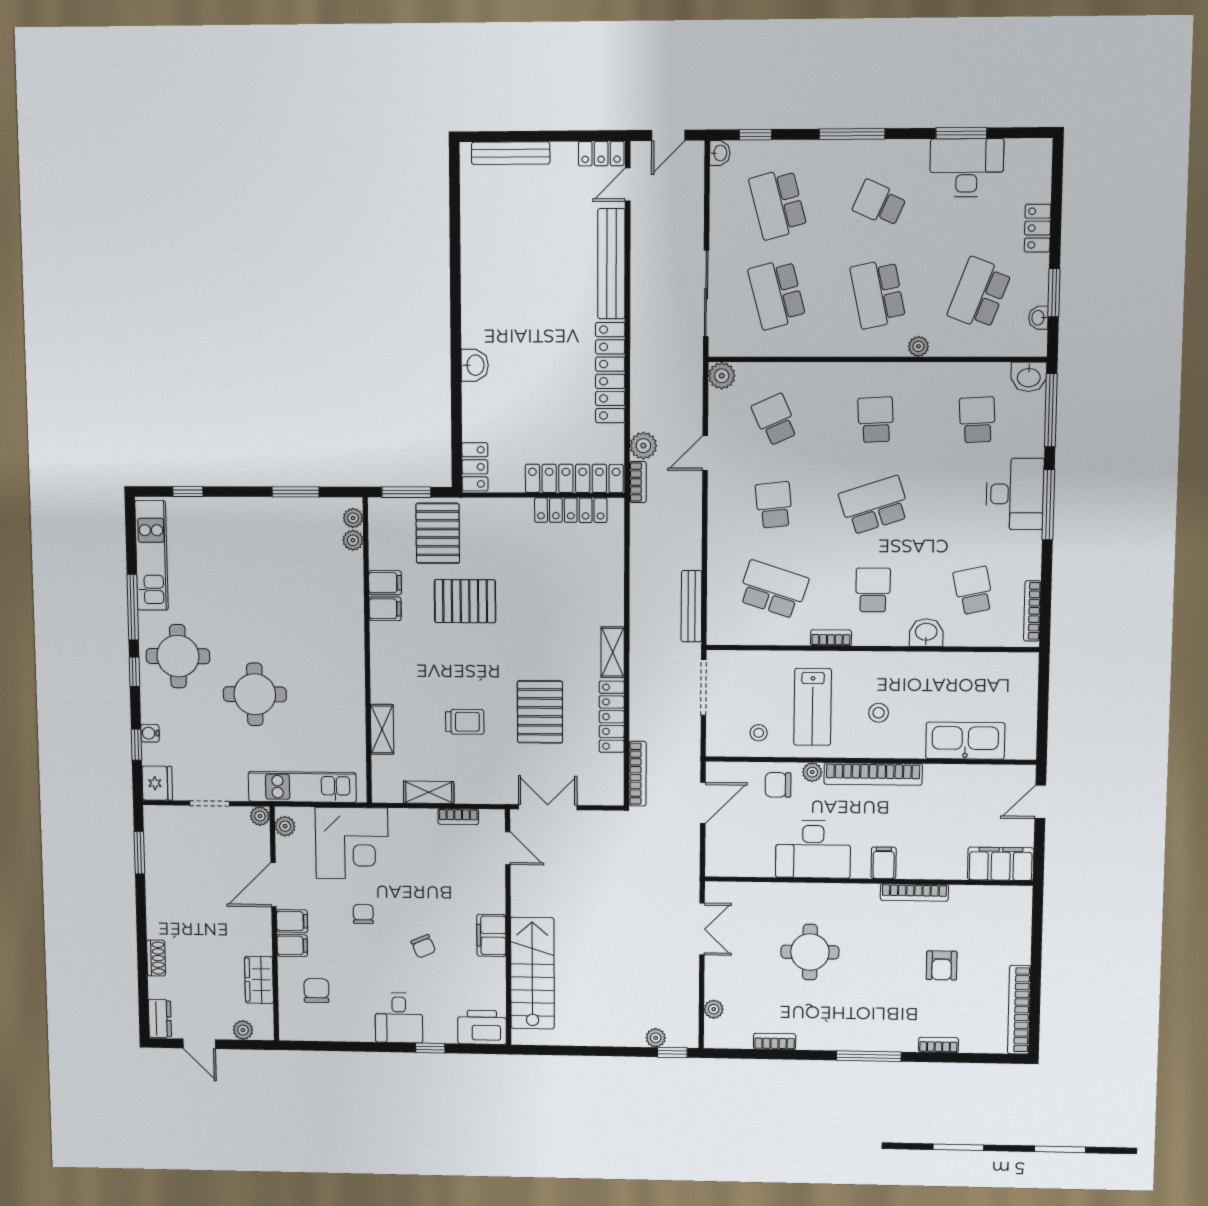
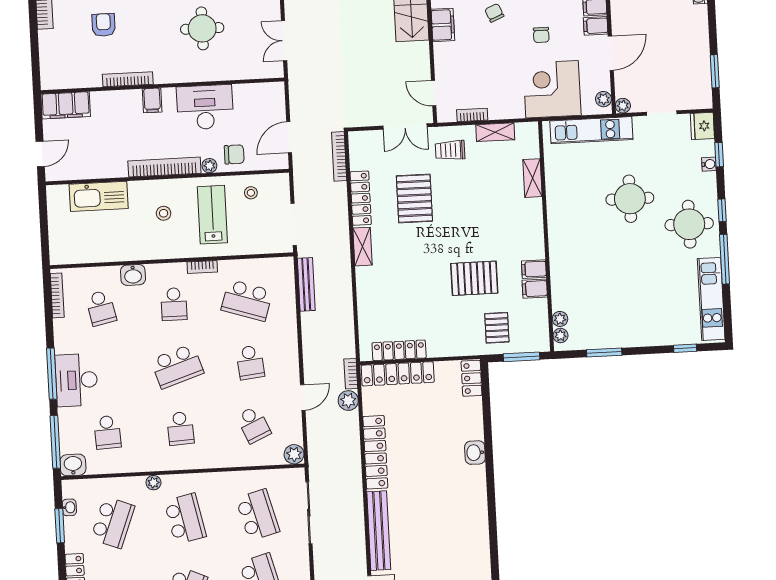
pallet: (438, 533) -> (497, 328), width x0.67, depth x0.71
trolley: (465, 722) -> (450, 150), moved

